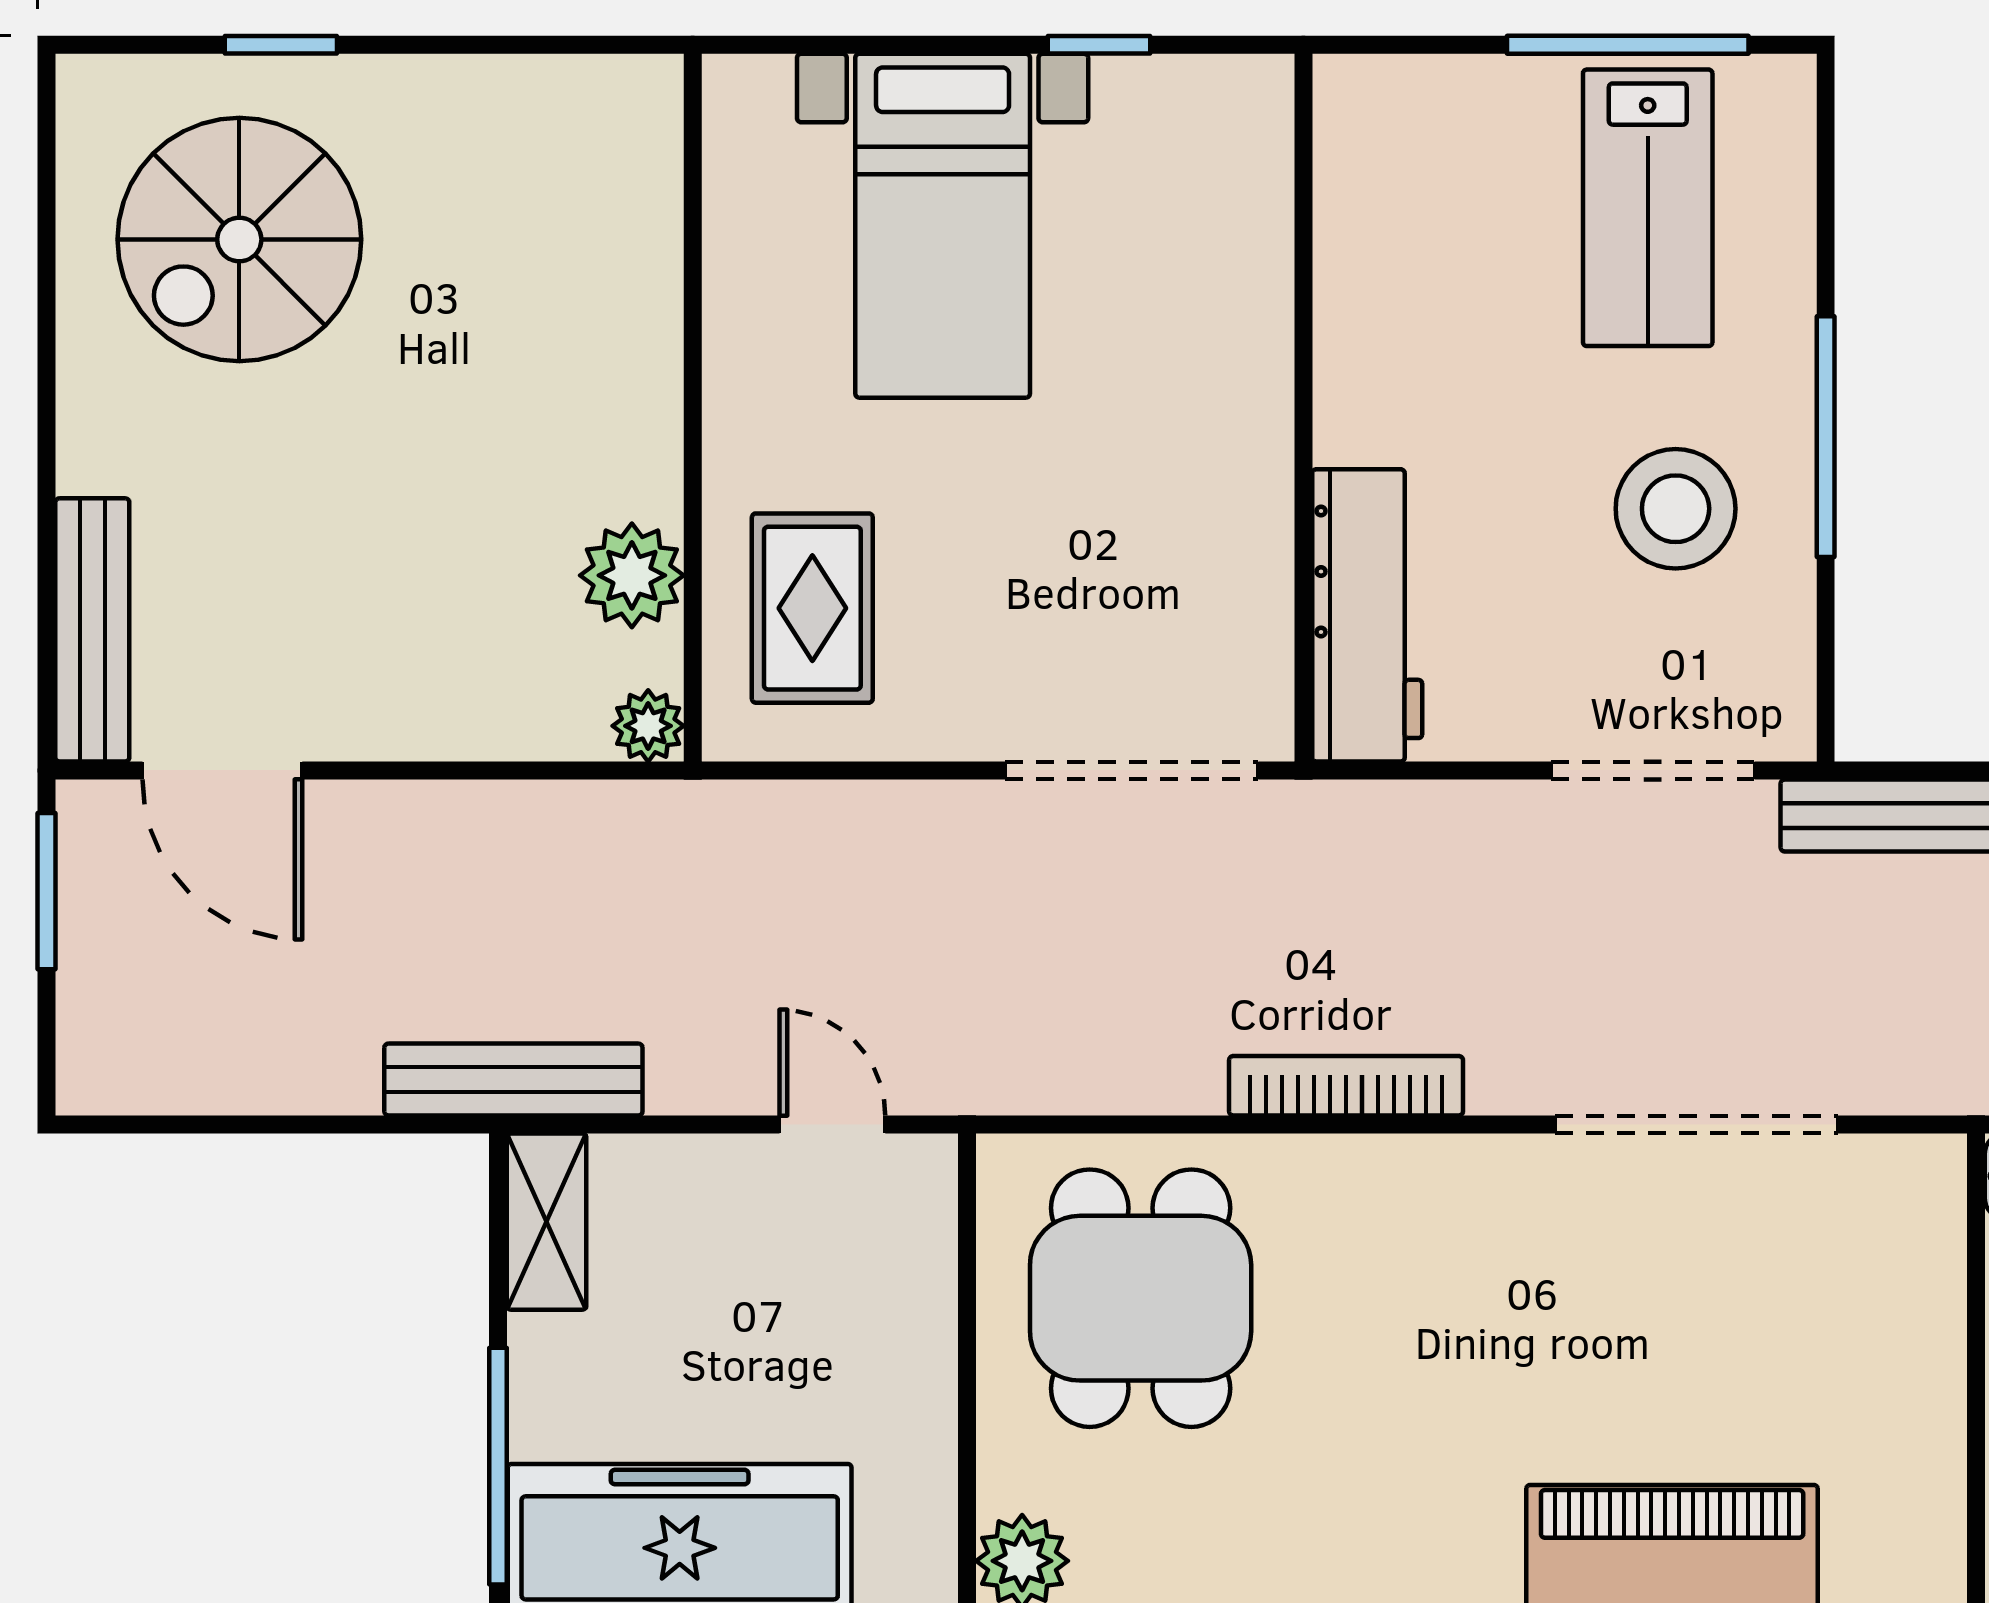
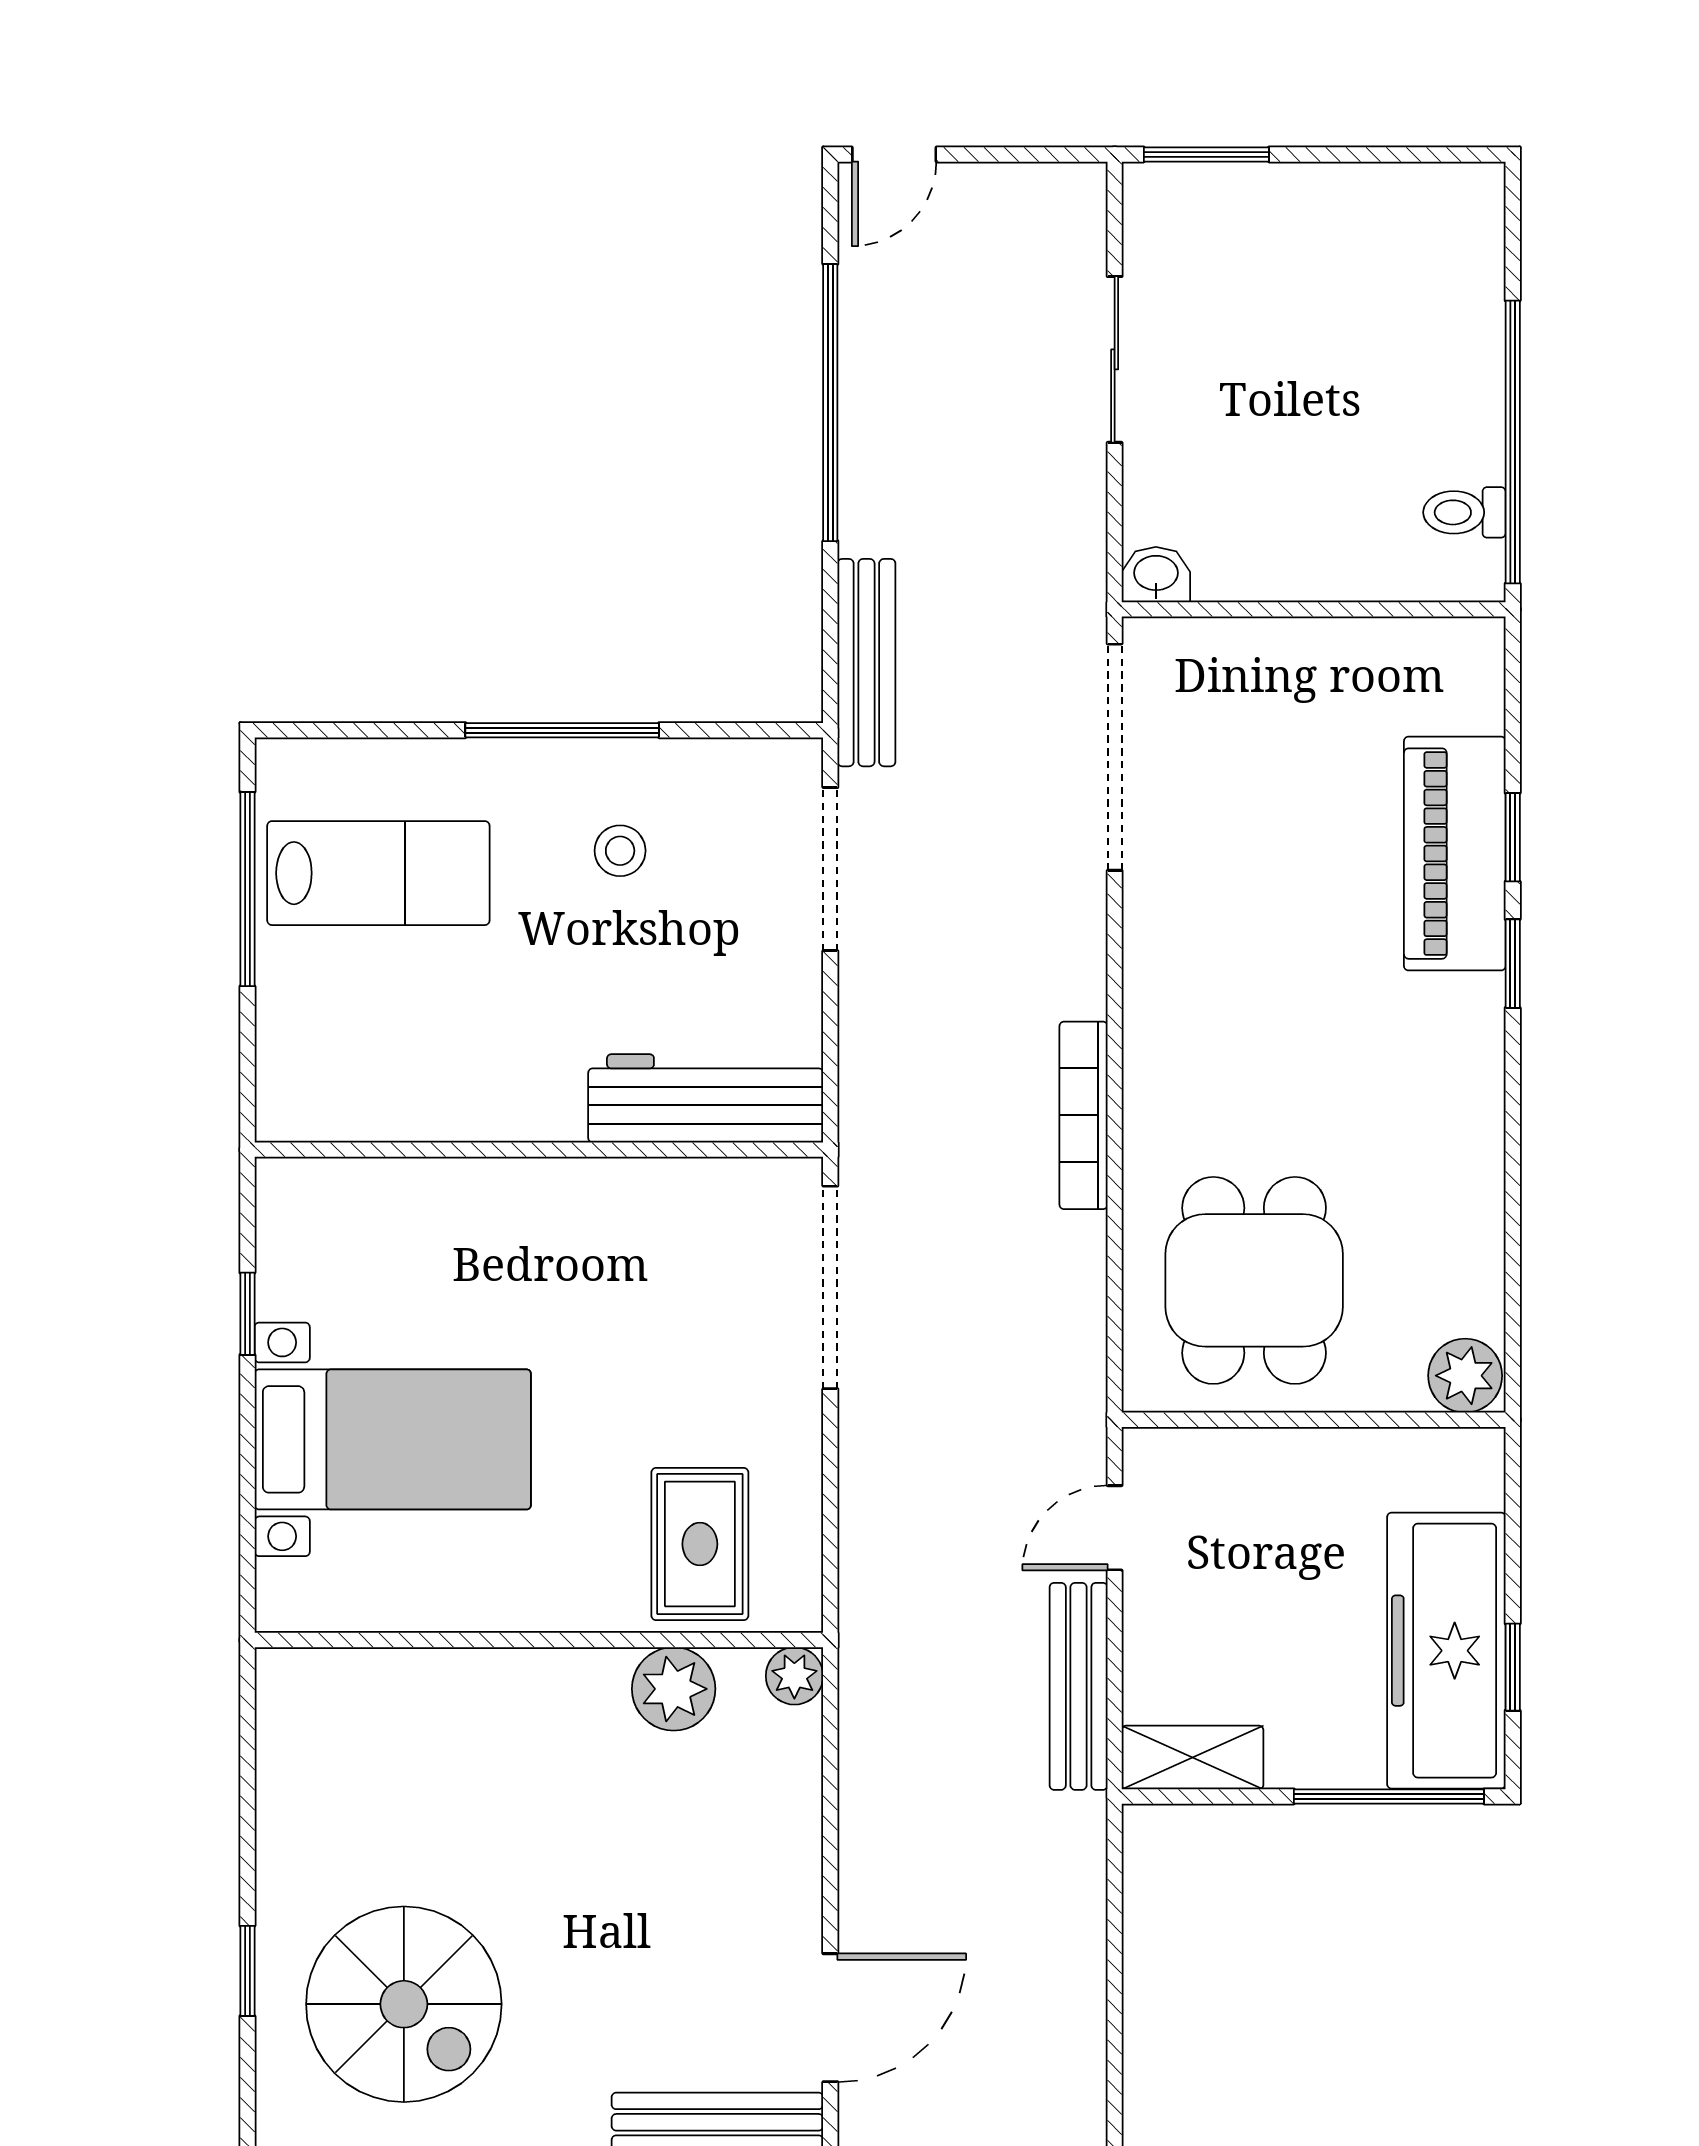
stool: (1676, 509) -> (620, 851), width x0.53, depth x0.53
rug: (812, 608) -> (700, 1544), turned 90
bench: (513, 1080) -> (1079, 1686), moved
doorway: (1697, 1125) -> (1115, 757), moved
dining table: (1141, 1298) -> (1254, 1280), turned 90

